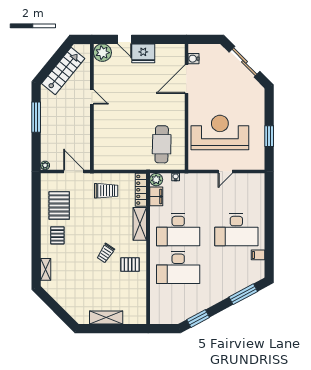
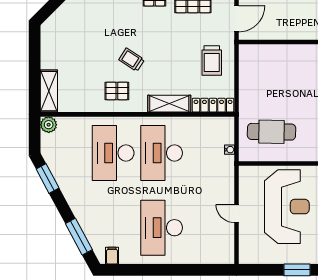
window: (269, 136) -> (297, 270), moved
plant: (156, 180) -> (49, 125), moved
filing cabinet: (156, 196) -> (205, 125), removed
filing cabinet: (258, 255) -> (112, 256), moved
pallet: (130, 265) -> (117, 91), turned 90
shelving: (106, 317) -> (49, 91), moved

